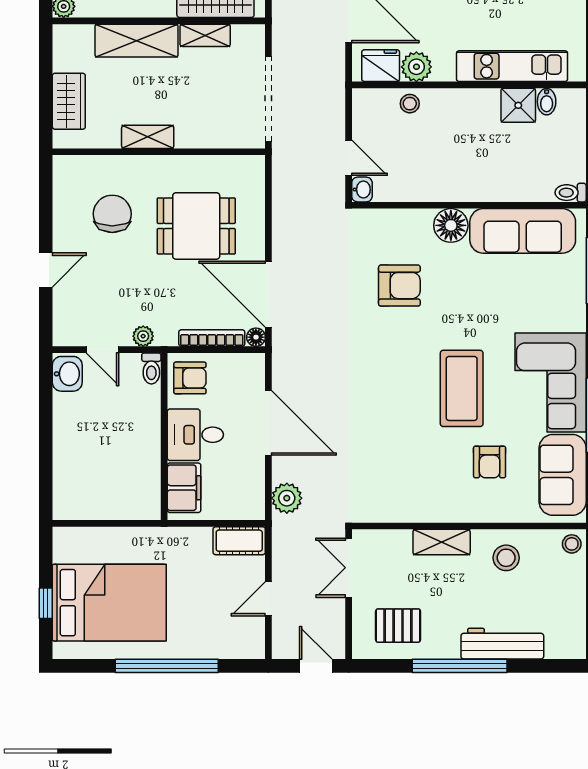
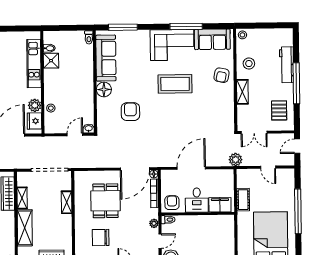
shelving: (148, 137) -> (67, 202), moved
armchair: (490, 462) -> (222, 75), moved, turned 102
plant: (287, 498) -> (236, 160), moved
cot: (239, 541) -> (243, 200), moved

